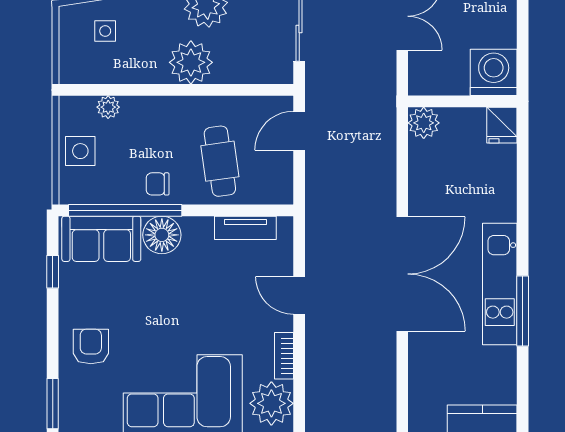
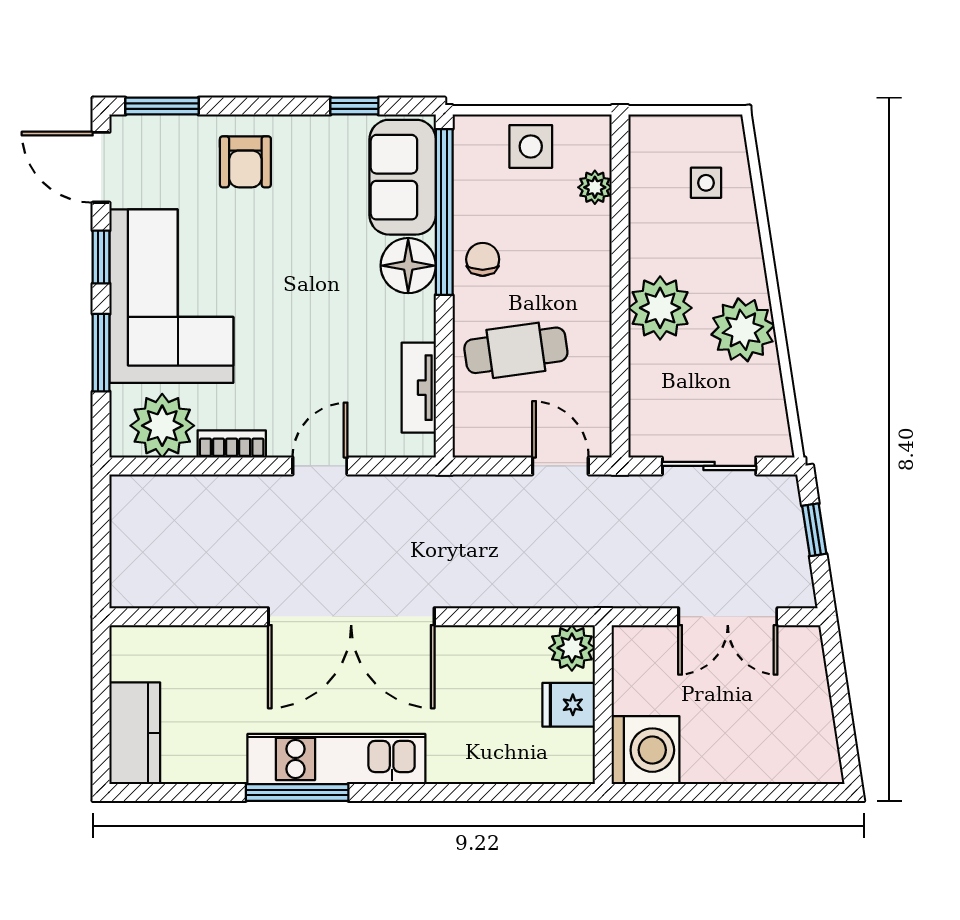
fridge: (502, 125) -> (569, 705), moved
armchair: (91, 346) -> (245, 162), turned 90

